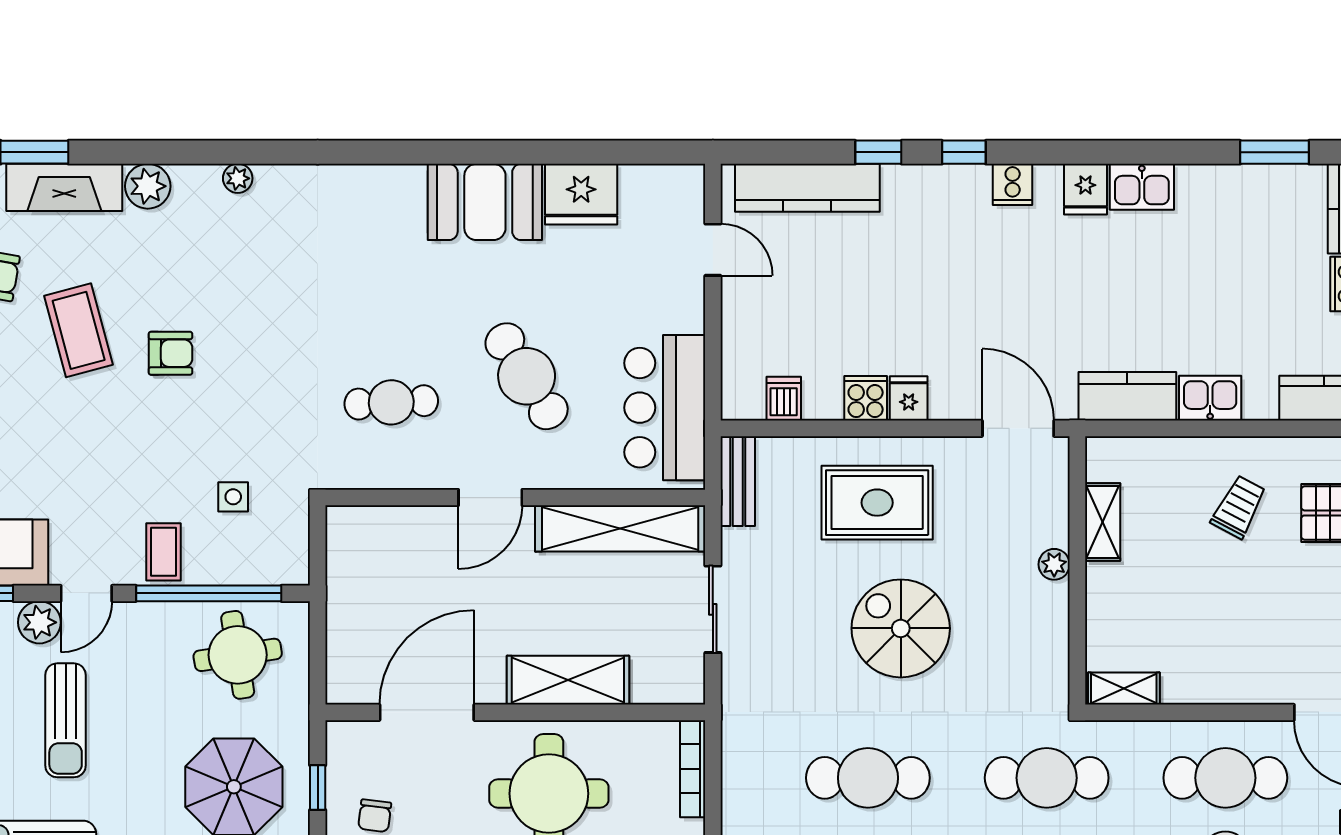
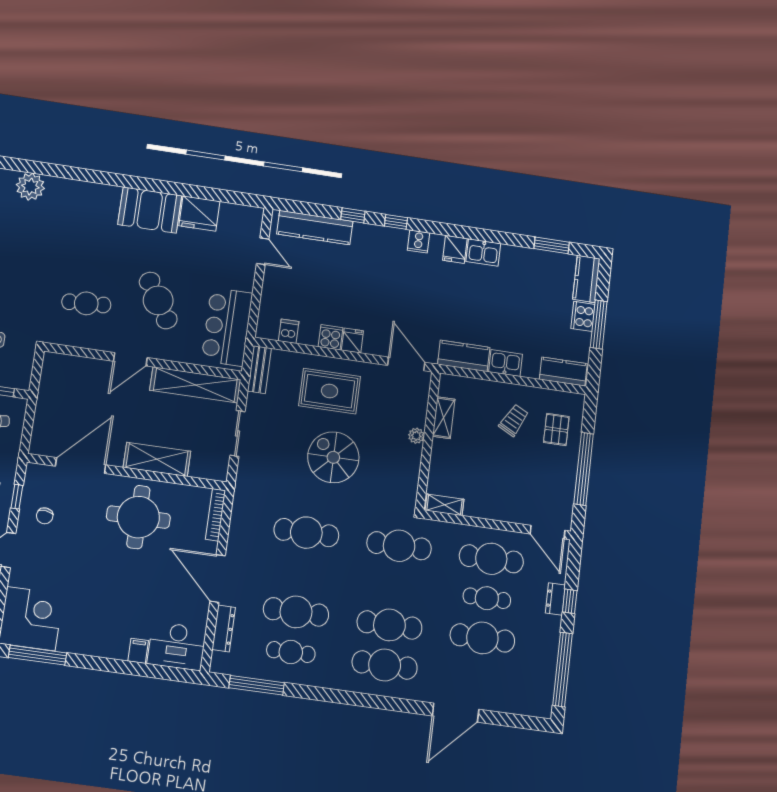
plant: (238, 178) -> (30, 187), width x1.88, depth x1.88

